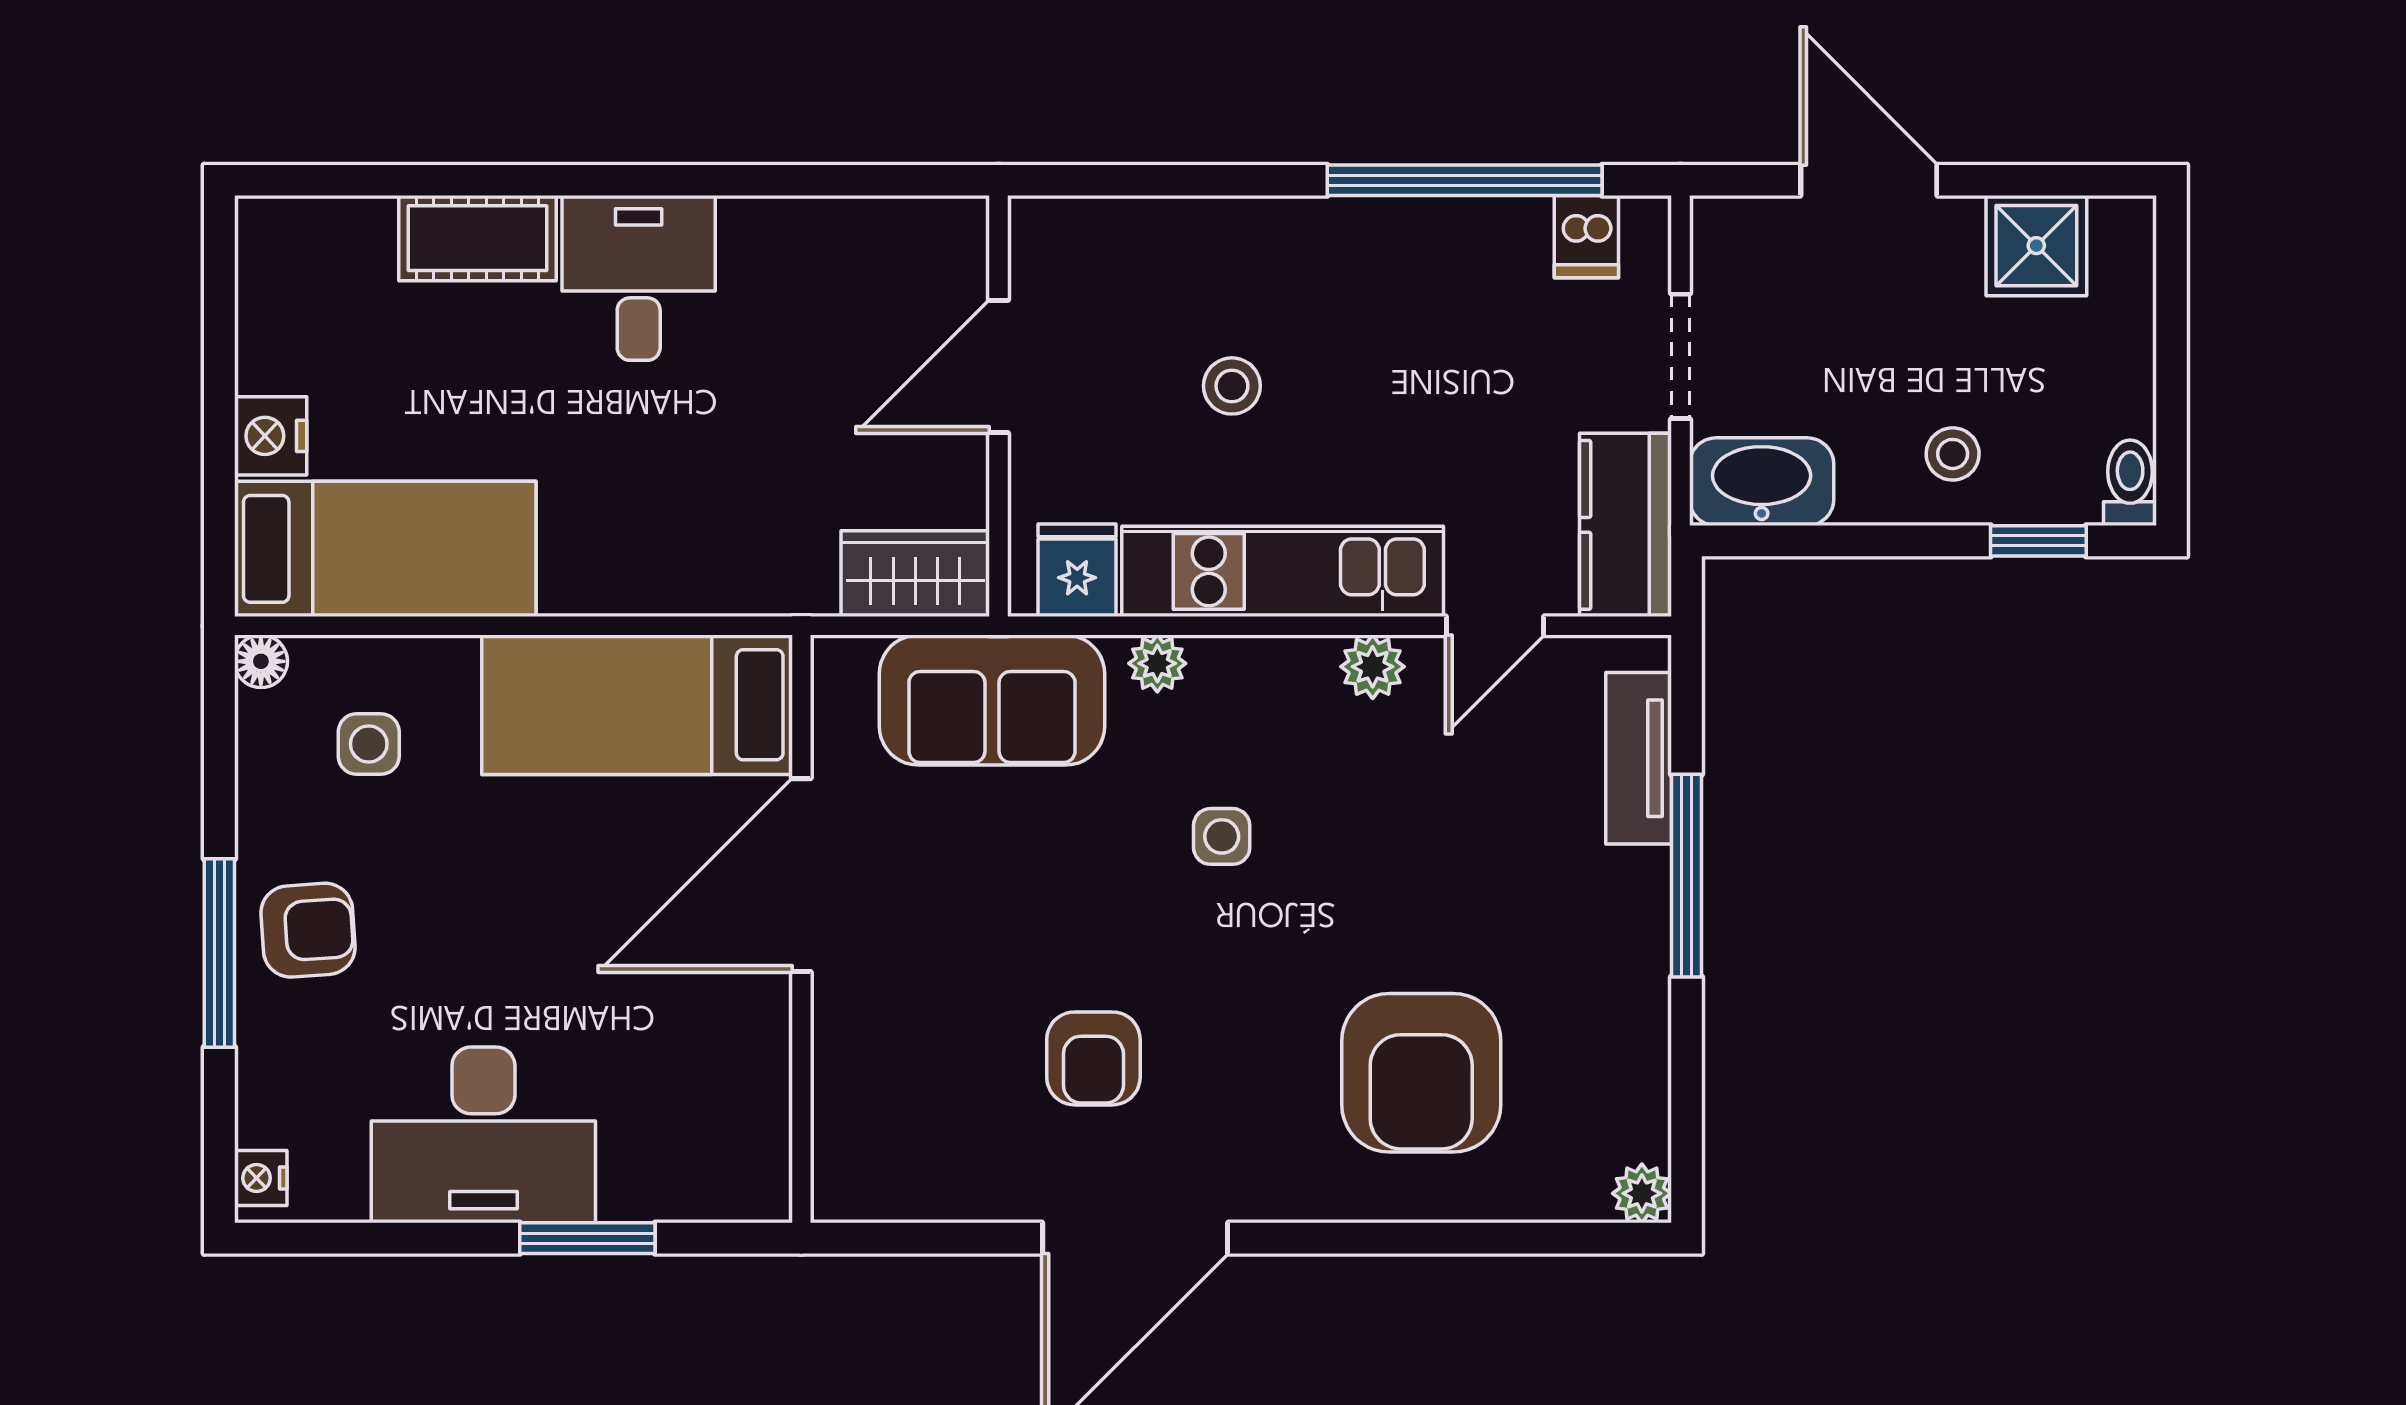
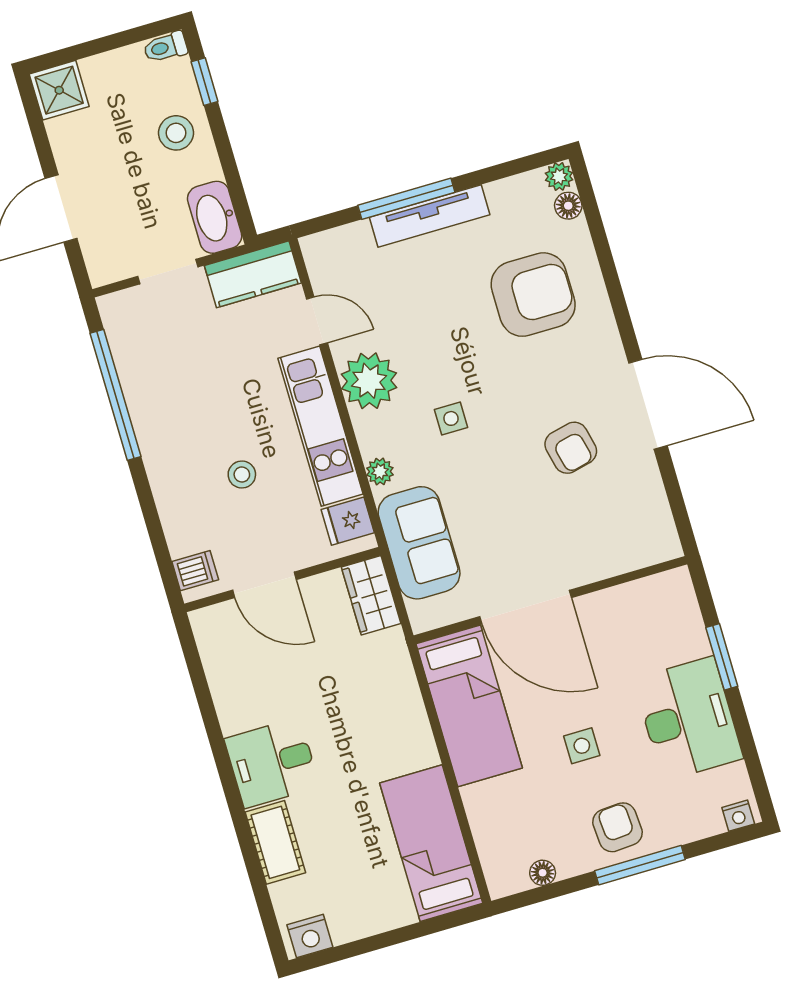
dishwasher: (1586, 237) -> (195, 571), moved
shower: (2036, 246) -> (59, 90), moved
nightstand: (271, 436) -> (310, 936), moved
stool: (1953, 454) -> (176, 133), width x1.37, depth x1.37
floor lamp: (261, 661) -> (543, 873), moved
plant: (1373, 667) -> (369, 381), width x1.88, depth x1.88
side table: (369, 744) -> (582, 746), moved
tv unit: (1639, 758) -> (430, 216), moved, width x1.41
armchair: (1093, 1058) -> (571, 448), turned 77
floor lamp: (1578, 1195) -> (568, 206), added

